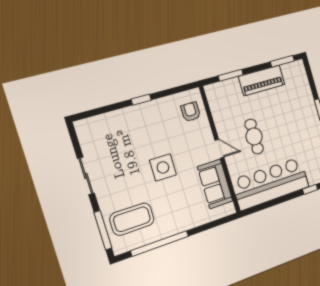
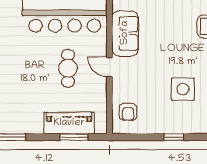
piano: (262, 80) -> (69, 123), moved
side table: (163, 167) -> (183, 89), moved

